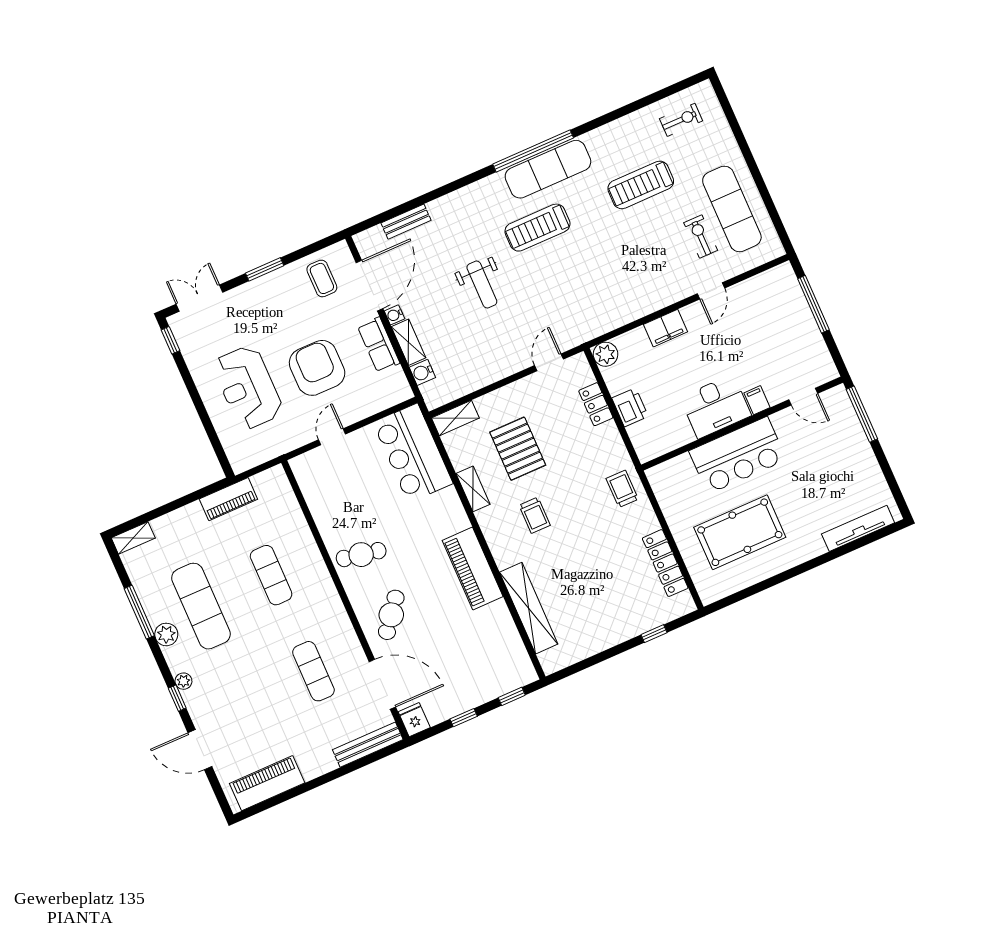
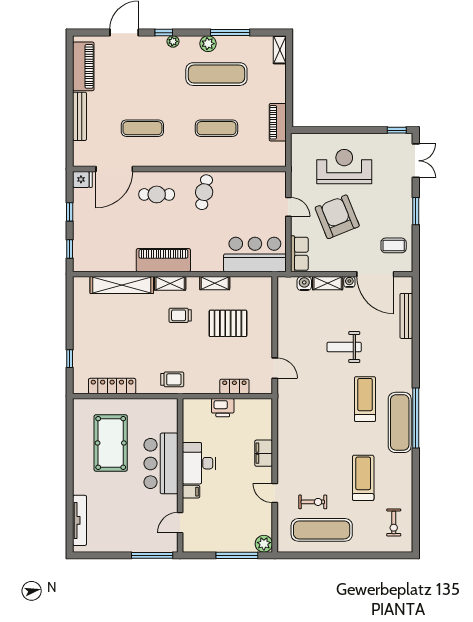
bench: (406, 222) -> (406, 316), width x1.36
row of seats: (379, 345) -> (299, 254), moved, turned 90
plant: (606, 354) -> (264, 544), moved
armchair: (317, 368) -> (337, 217), turned -112
shelving: (455, 418) -> (170, 283), moved, turned 90
cafe table: (391, 615) -> (157, 194), turned -38
bench: (368, 745) -> (80, 116), moved

